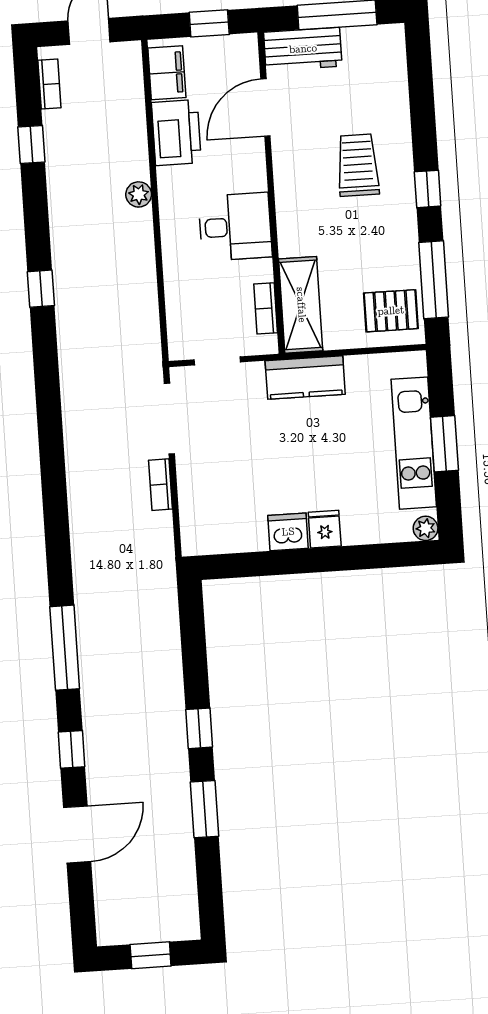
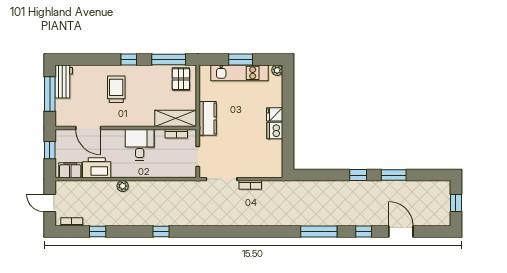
workbench: (303, 49) -> (64, 82), moved
trolley: (358, 165) -> (116, 89), turned 90

